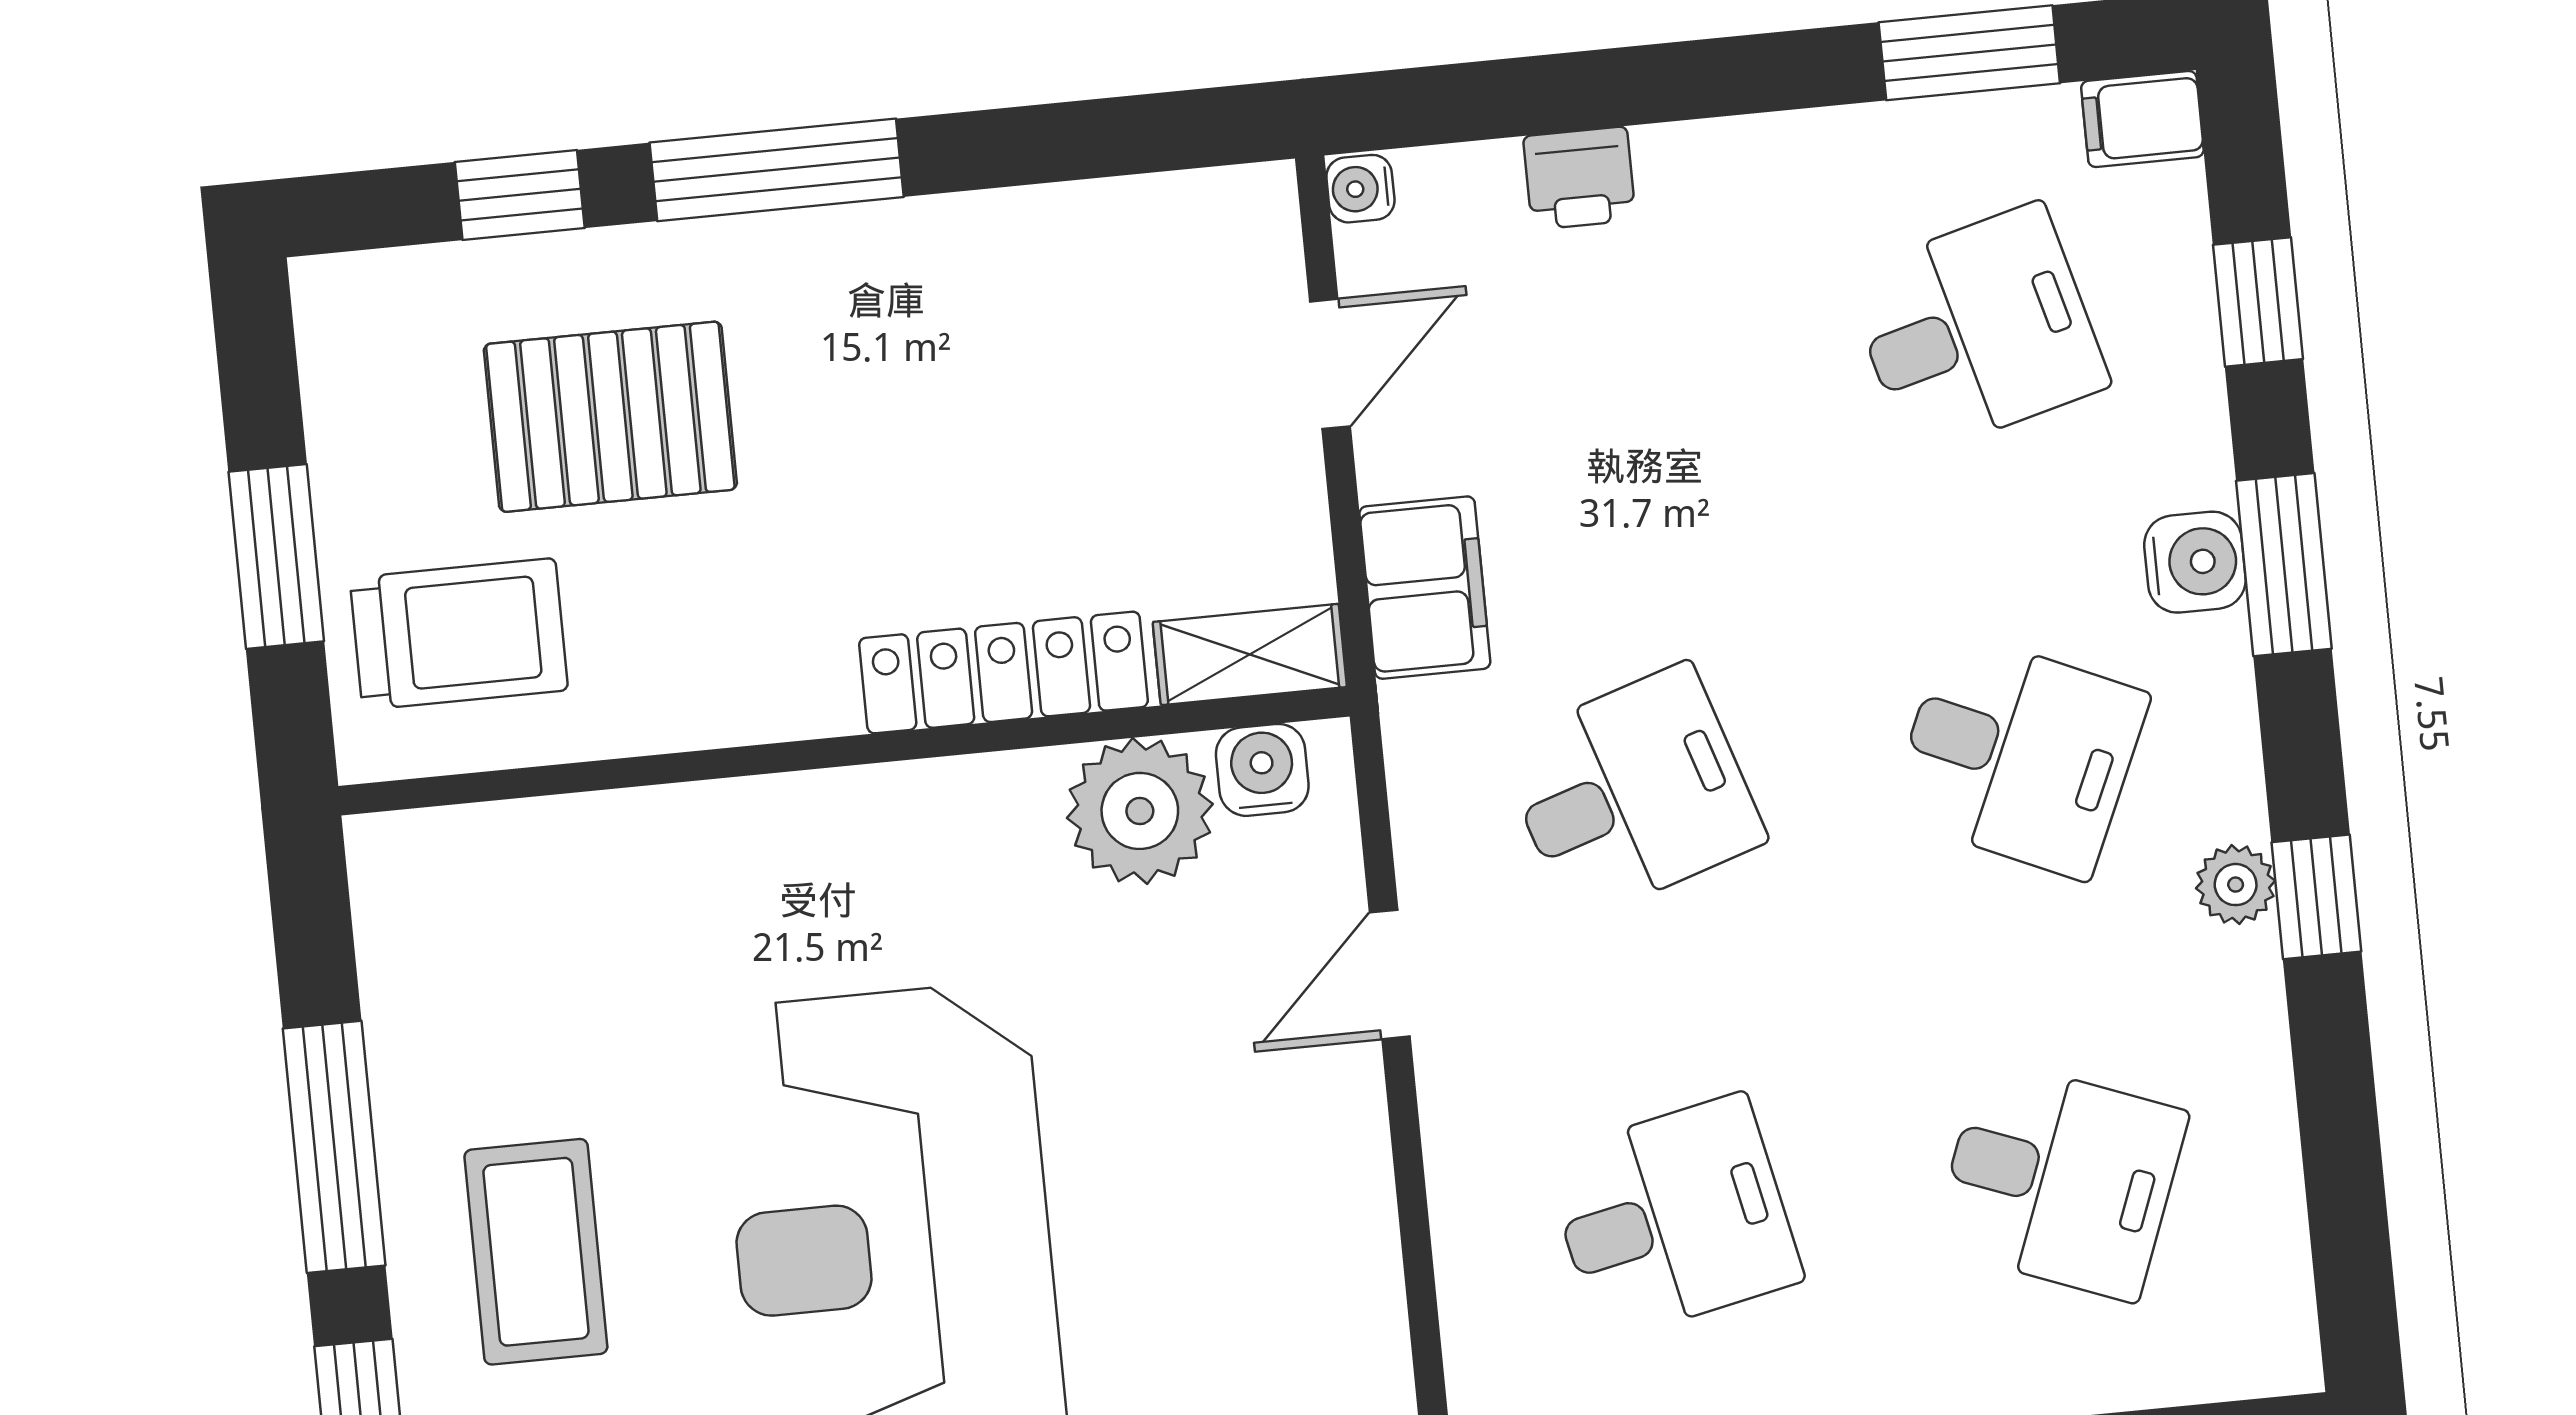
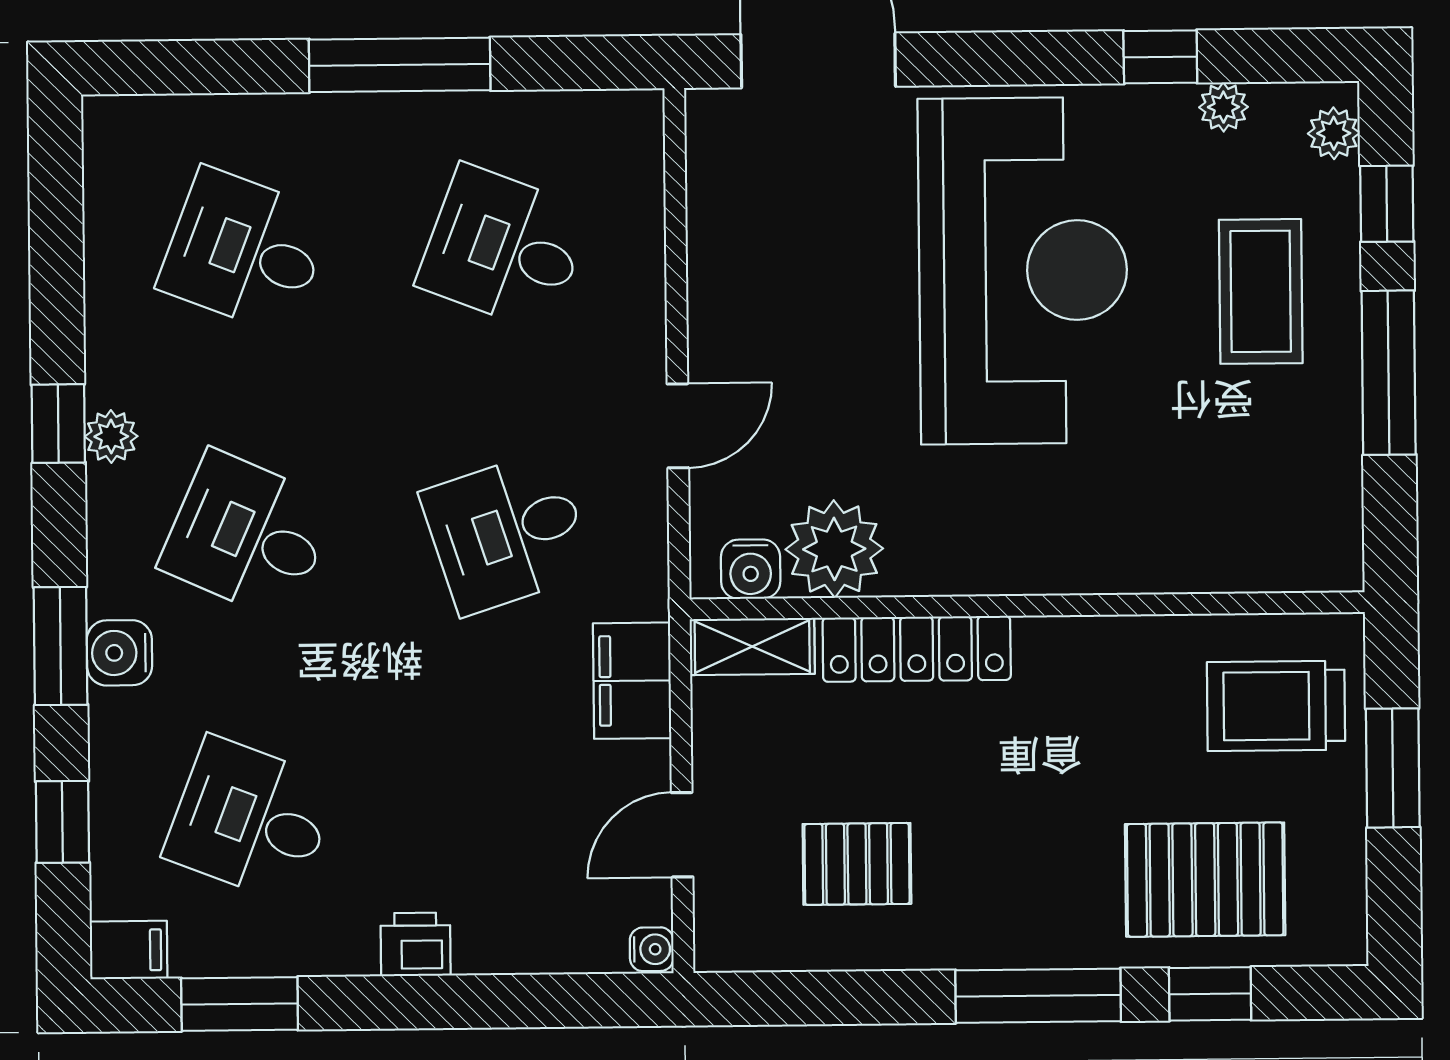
printer: (1579, 178) -> (415, 944), moved
desk: (1977, 330) -> (251, 820), turned 36
pallet: (1065, 343) -> (857, 864), added
pallet: (610, 417) -> (1205, 880), moved
desk: (1673, 1218) -> (504, 248), turned 33

